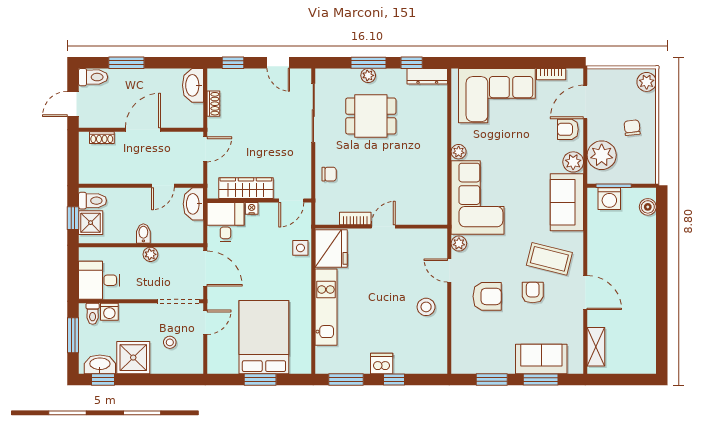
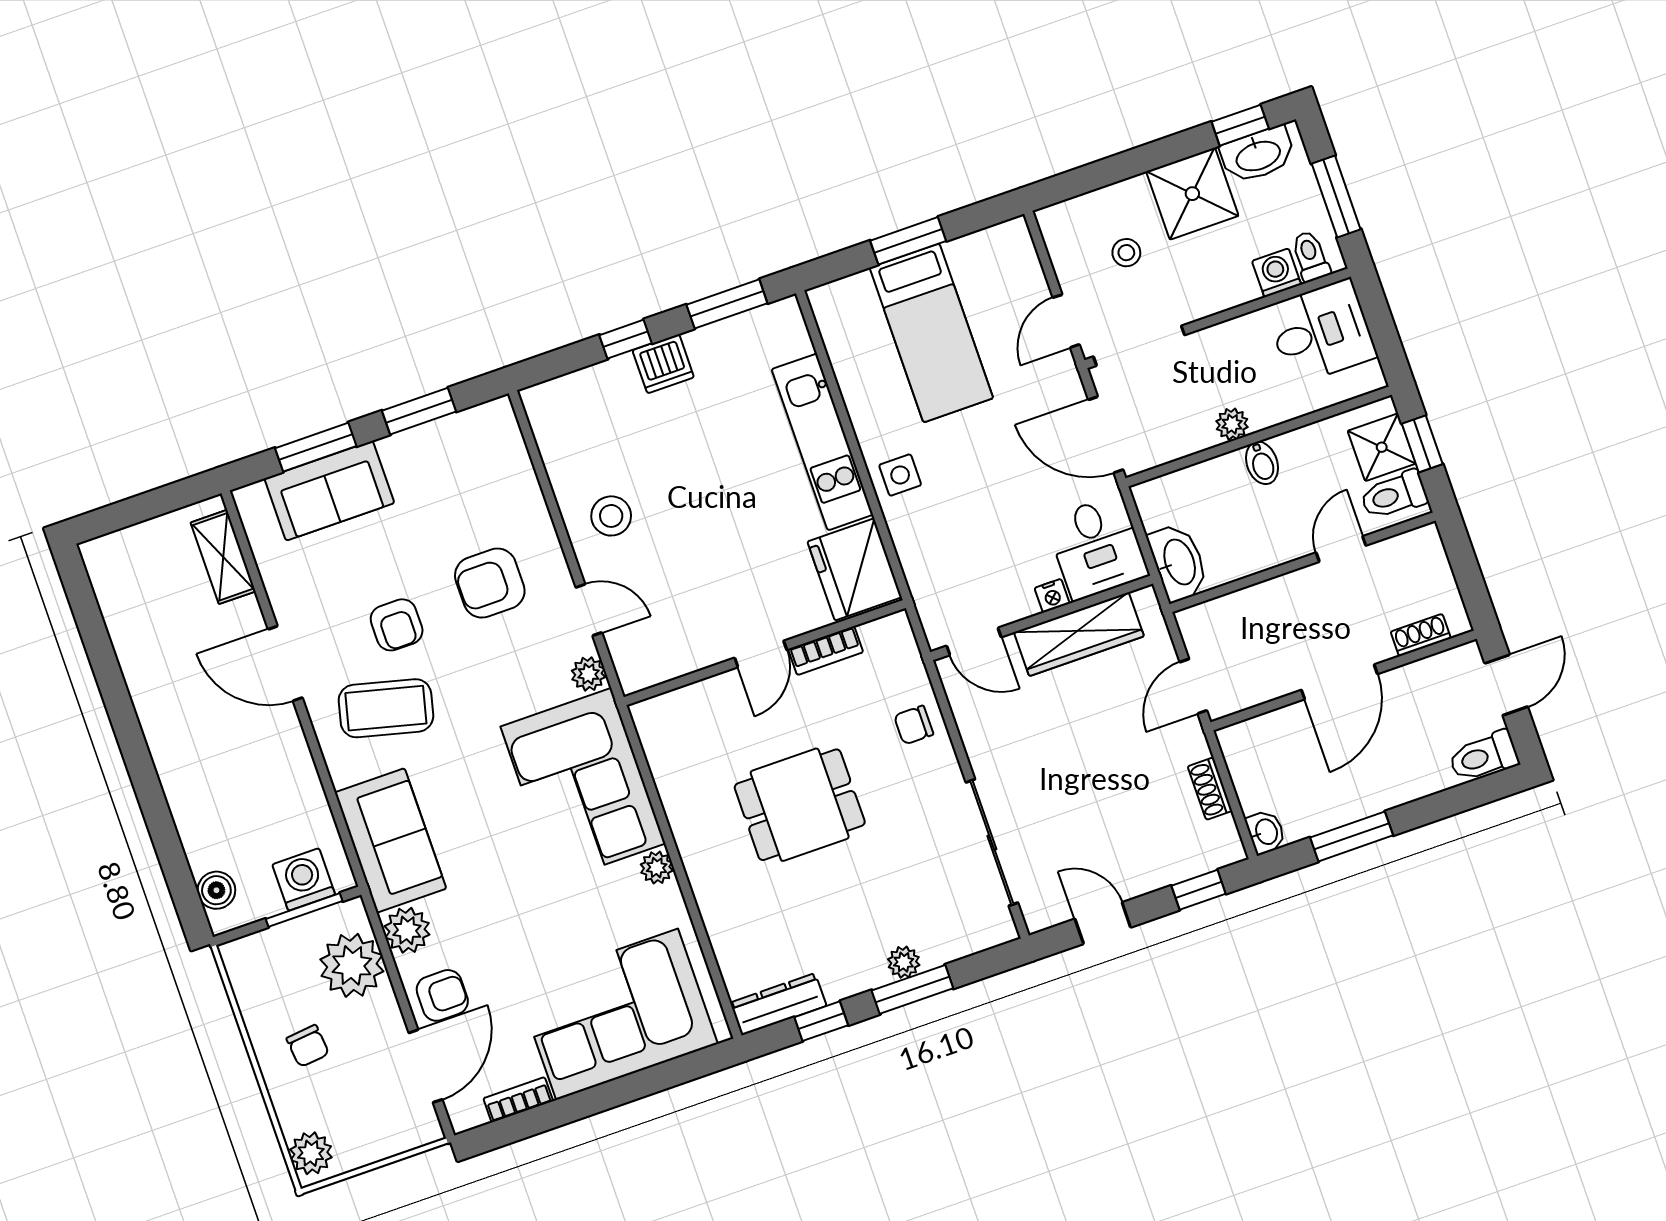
window: (126, 63) -> (1352, 836), moved
washbasin: (193, 85) -> (1266, 832), width x0.52, depth x0.69
dining table: (371, 116) -> (800, 805), moved
door: (163, 186) -> (1341, 549), moved
door: (291, 201) -> (974, 641), swing flipped
side table: (300, 248) -> (900, 475), moved
bed: (264, 337) -> (931, 333), width x0.67

